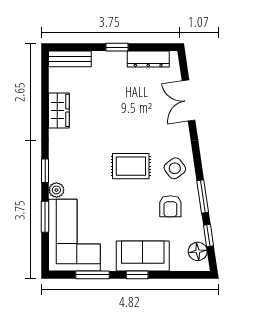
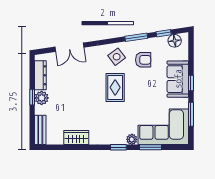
plant: (116, 61) -> (42, 98), added

